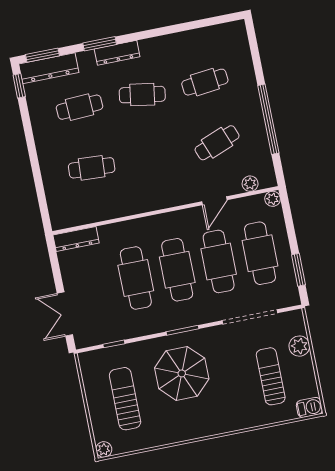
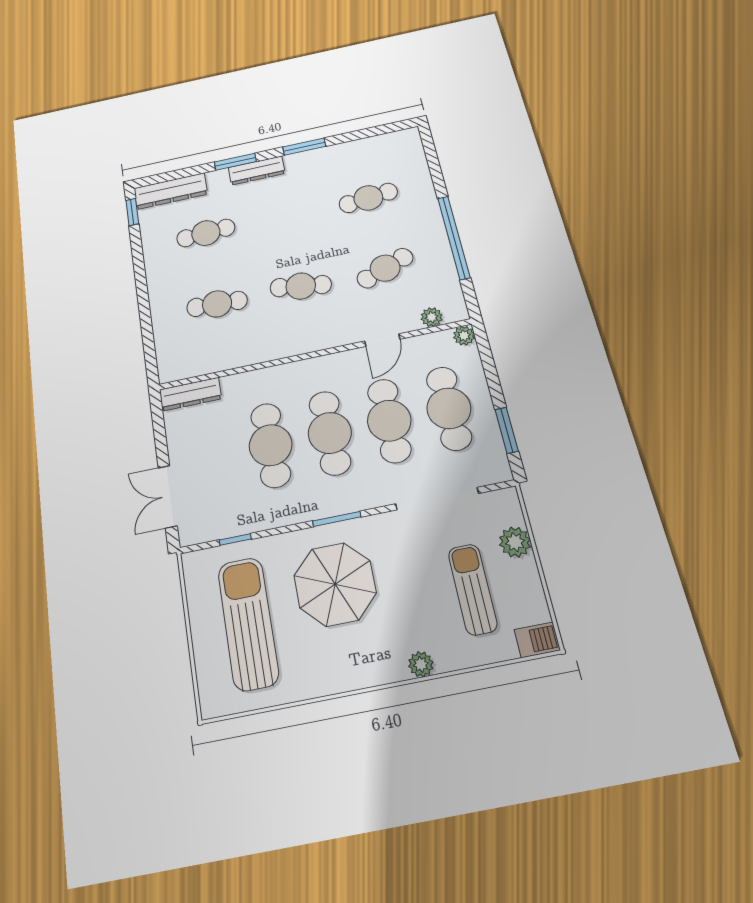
window: (43, 55) -> (304, 147), moved
cafe table: (142, 95) -> (301, 286), moved
sun lounger: (125, 399) -> (248, 623), width x1.36, depth x1.34
plant: (104, 449) -> (421, 664), moved

